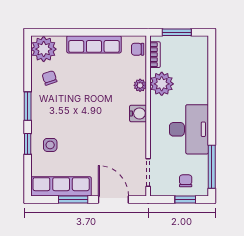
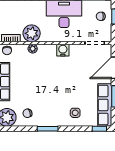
water cooler: (138, 113) -> (63, 50), moved
window: (28, 144) -> (99, 129), moved

